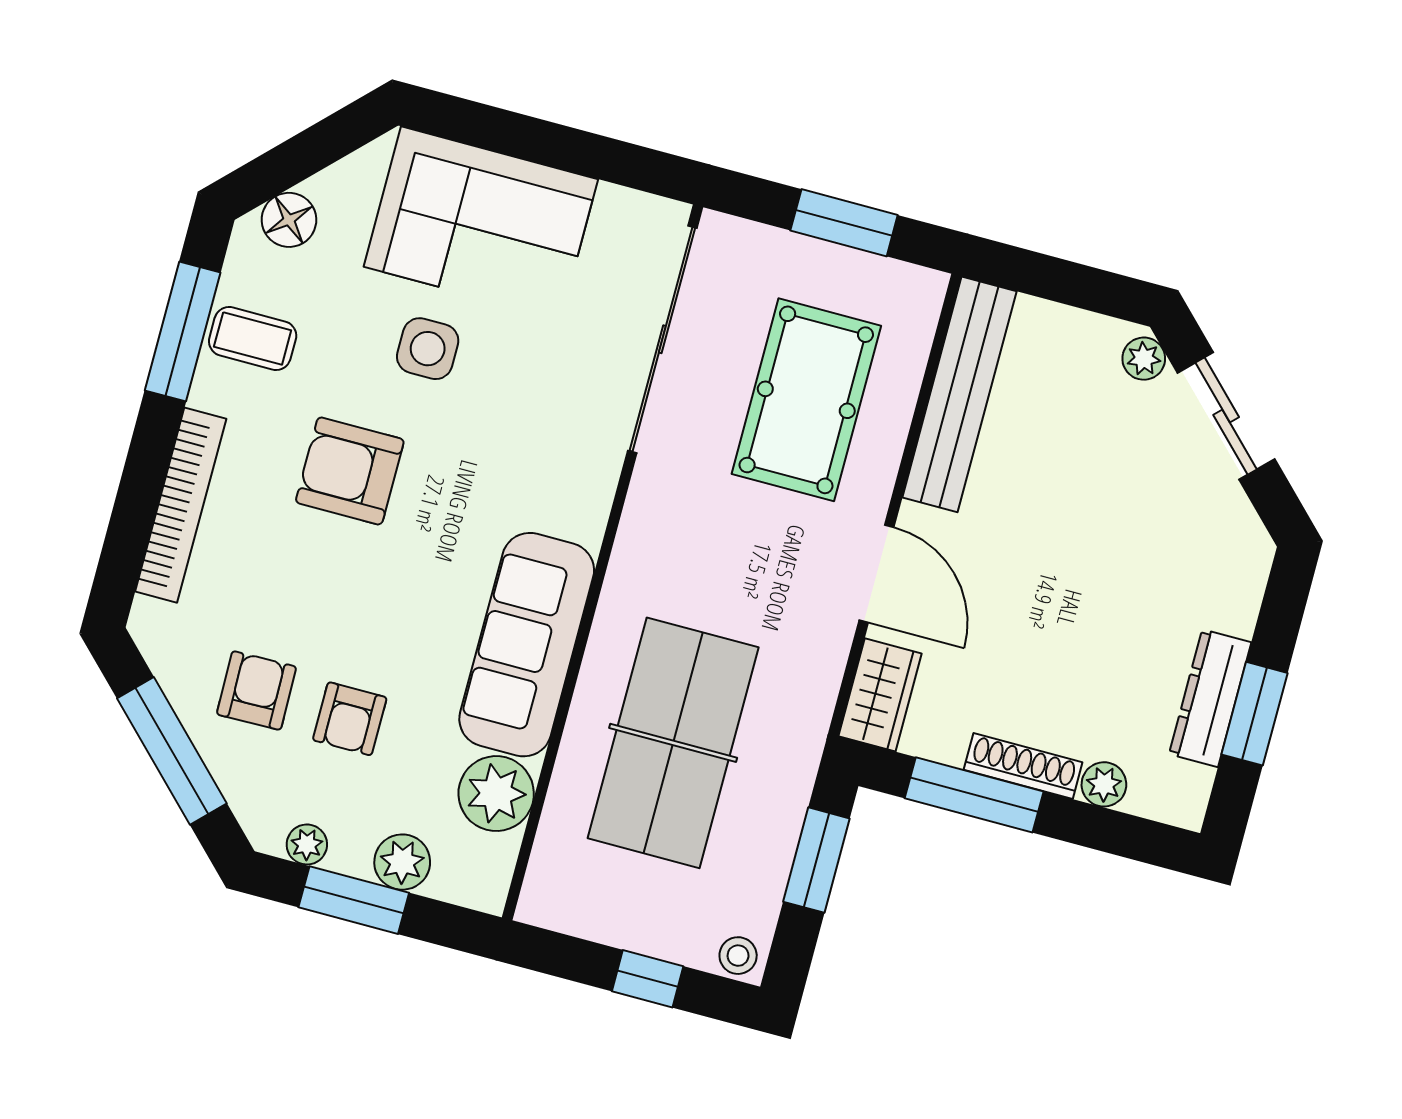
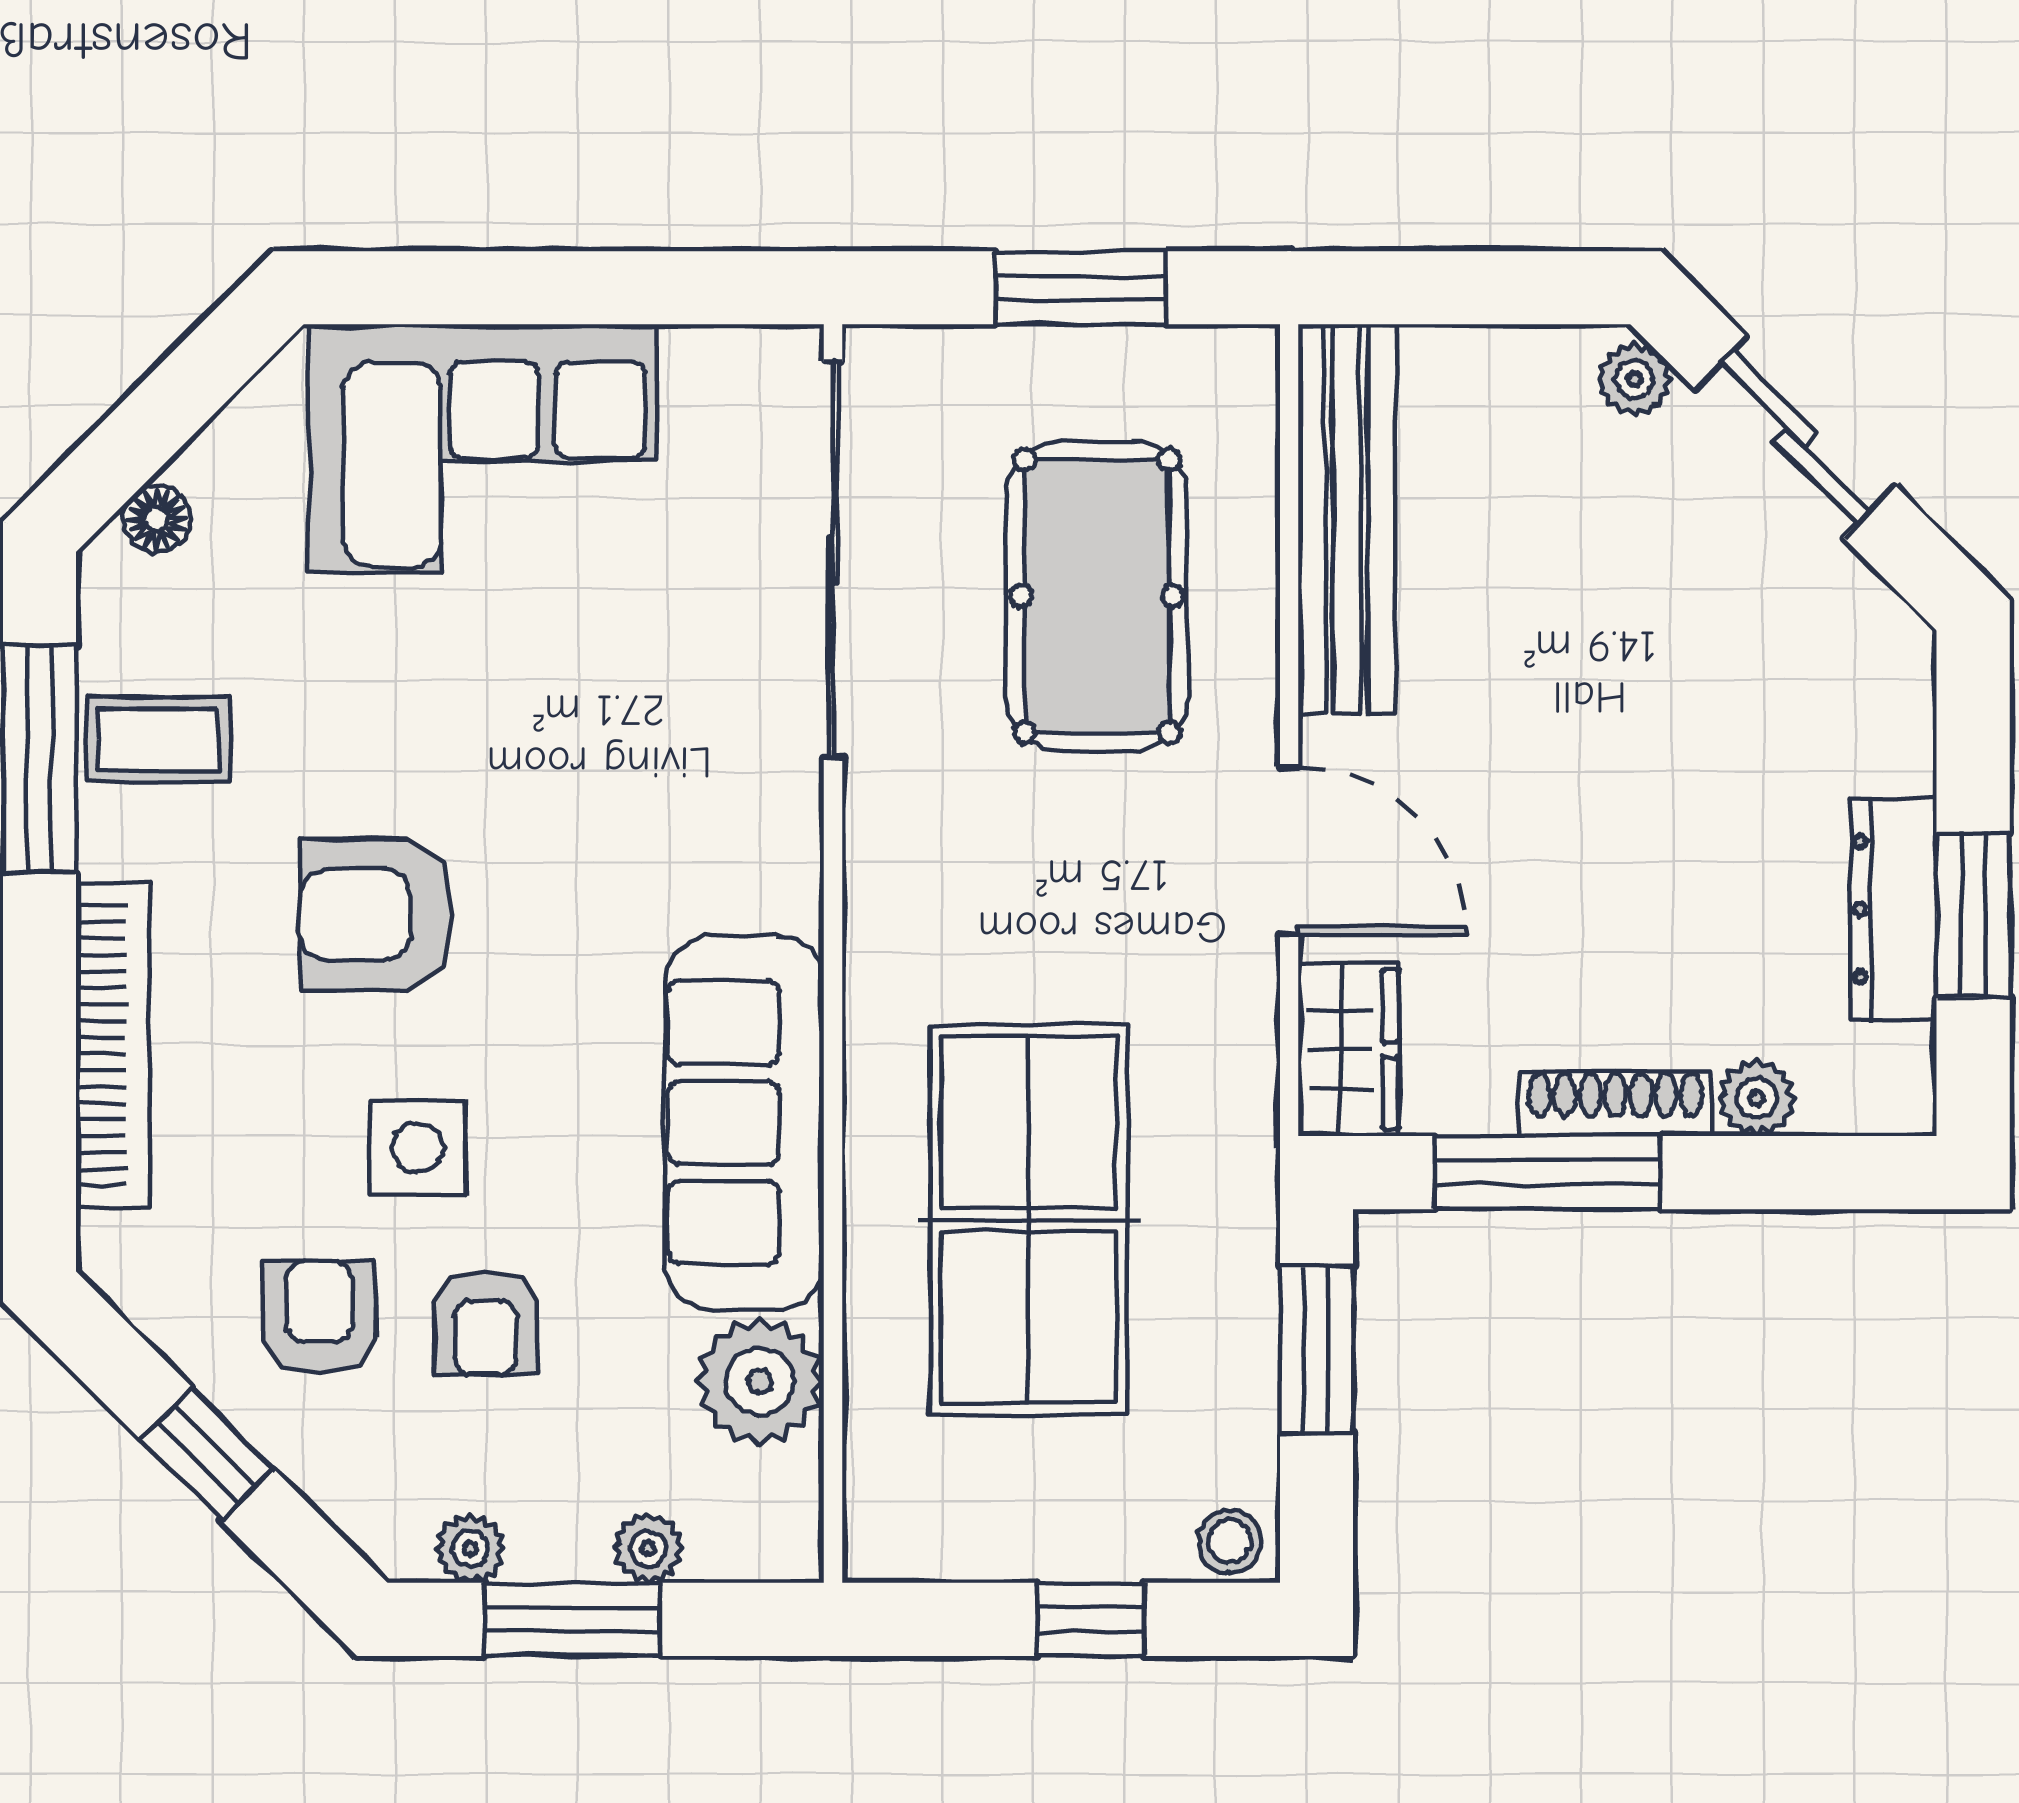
floor lamp: (289, 220) -> (157, 519), width x0.73, depth x0.73
side table: (428, 349) -> (418, 1148), moved
window: (172, 751) -> (207, 1454), width x0.46
plant: (402, 862) -> (648, 1548), width x0.73, depth x0.73

